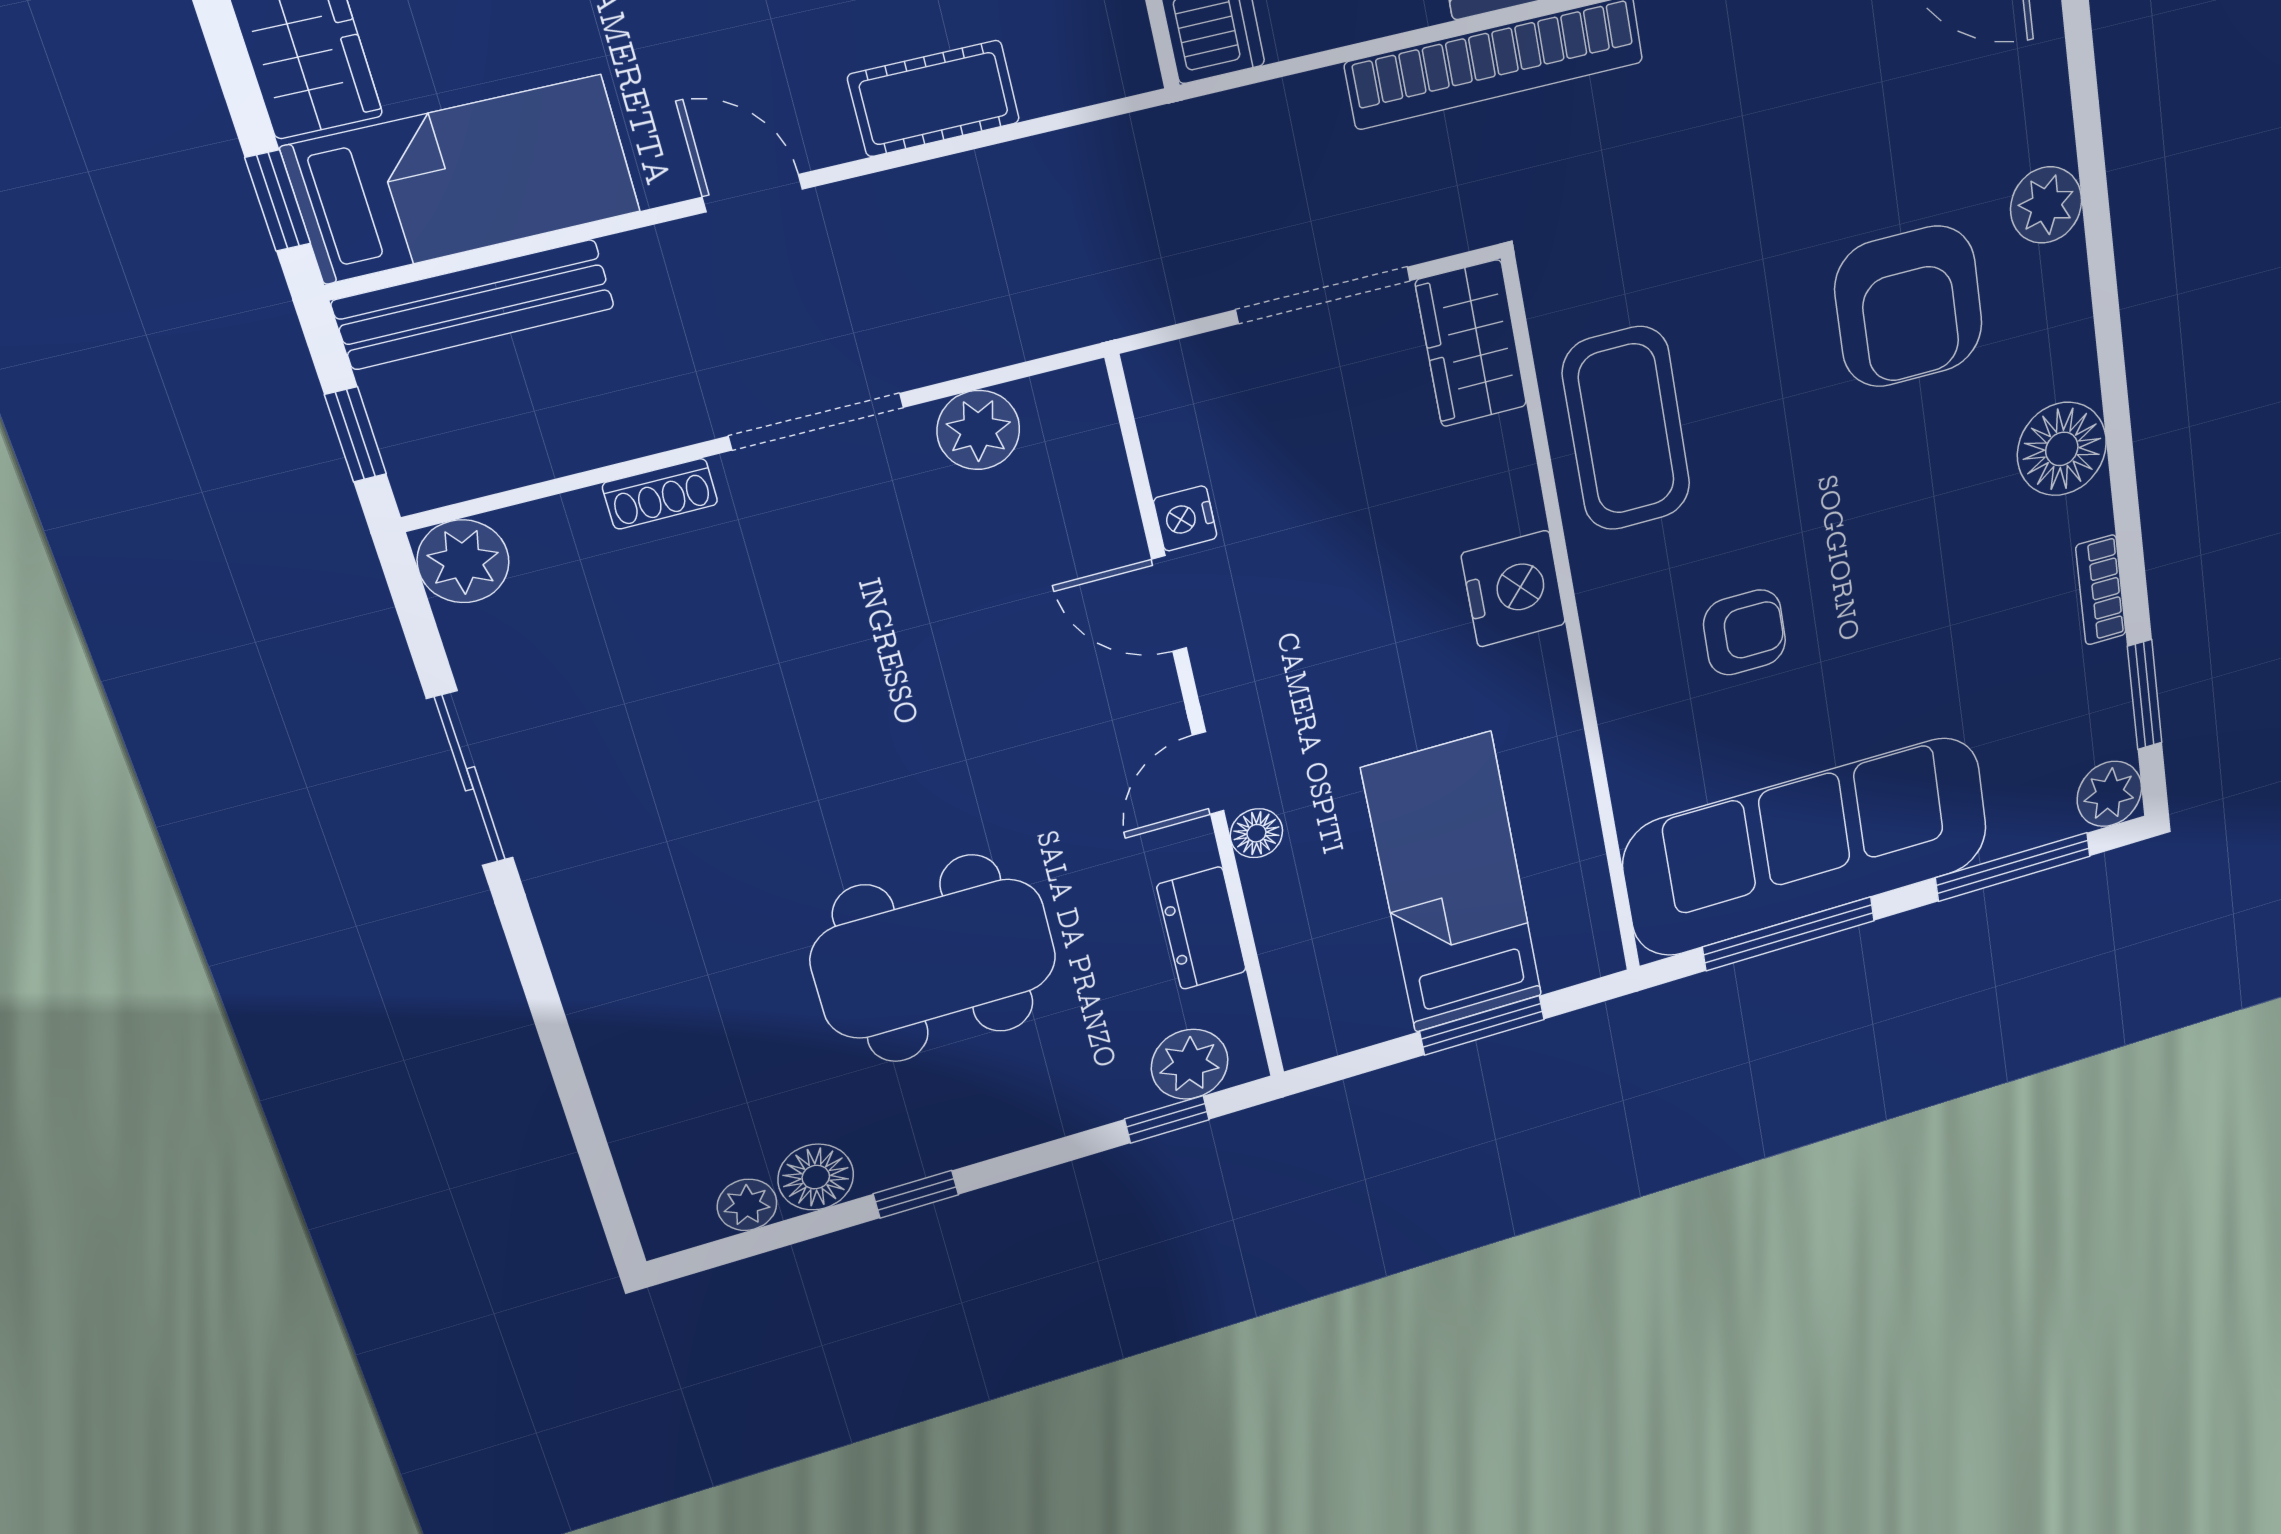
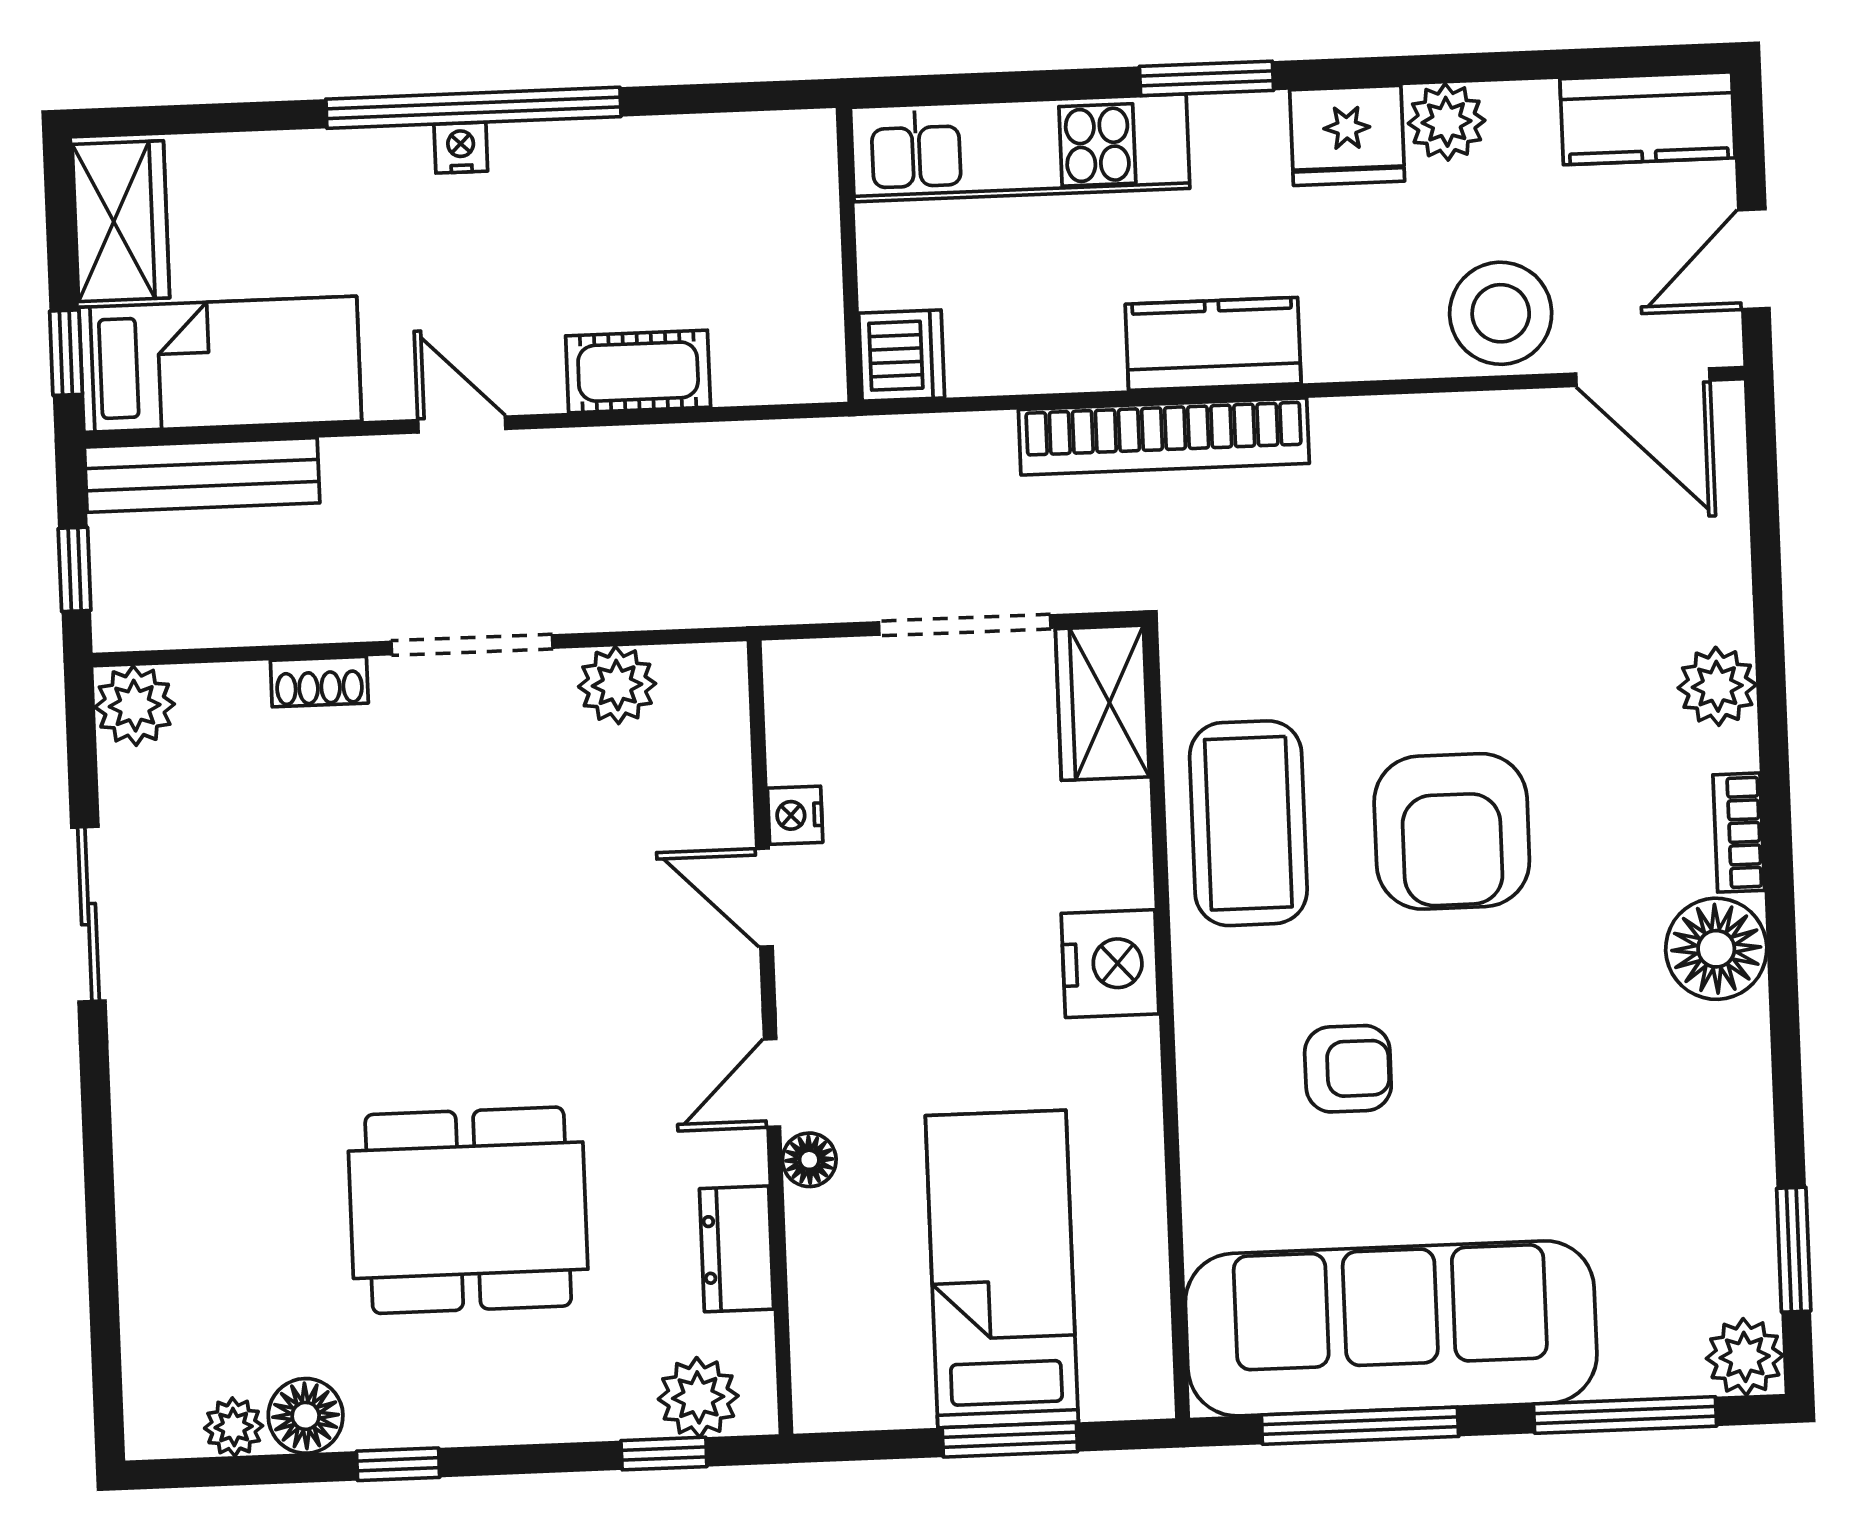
armchair: (1909, 307) -> (1452, 831), moved
bookcase: (2101, 590) -> (1739, 833), moved

